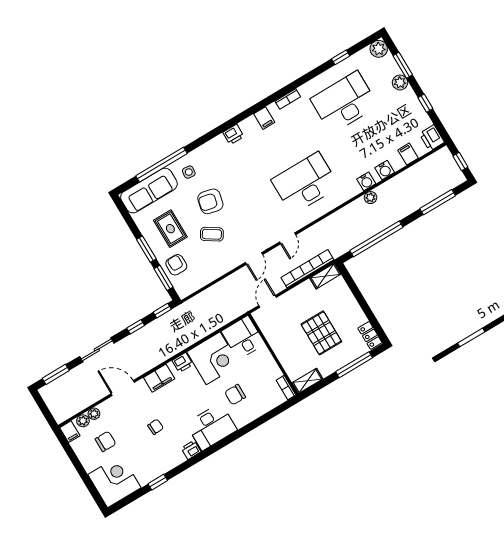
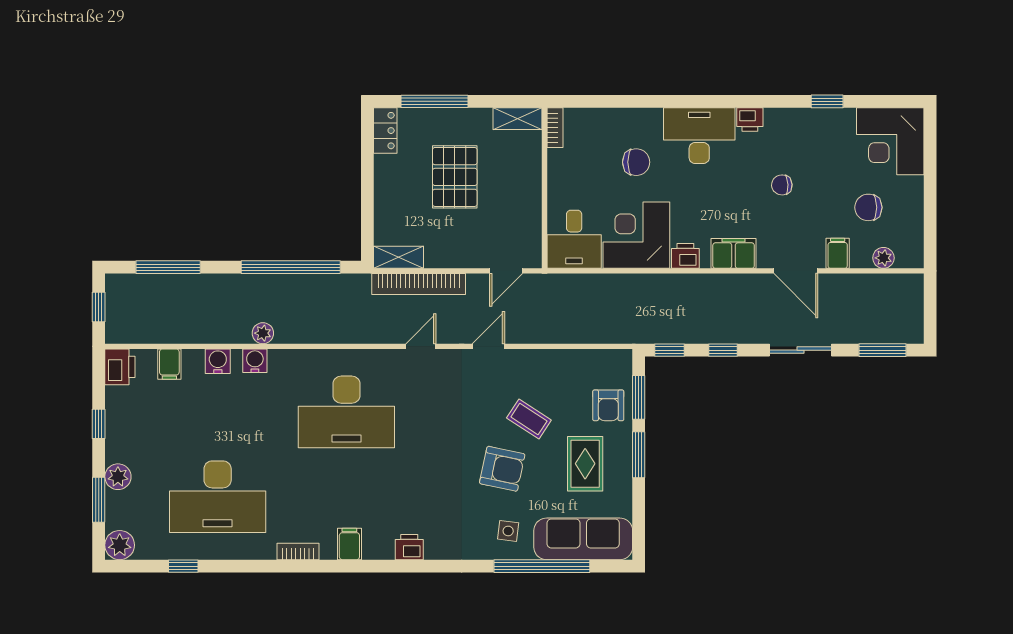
plant: (94, 414) -> (861, 259), removed
filing cabinet: (70, 432) -> (838, 253), moved

